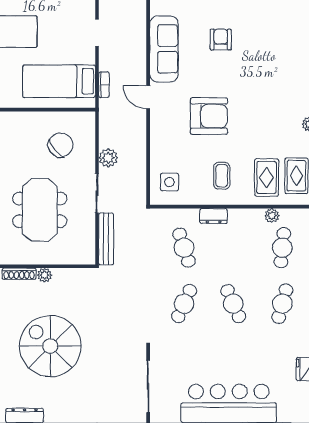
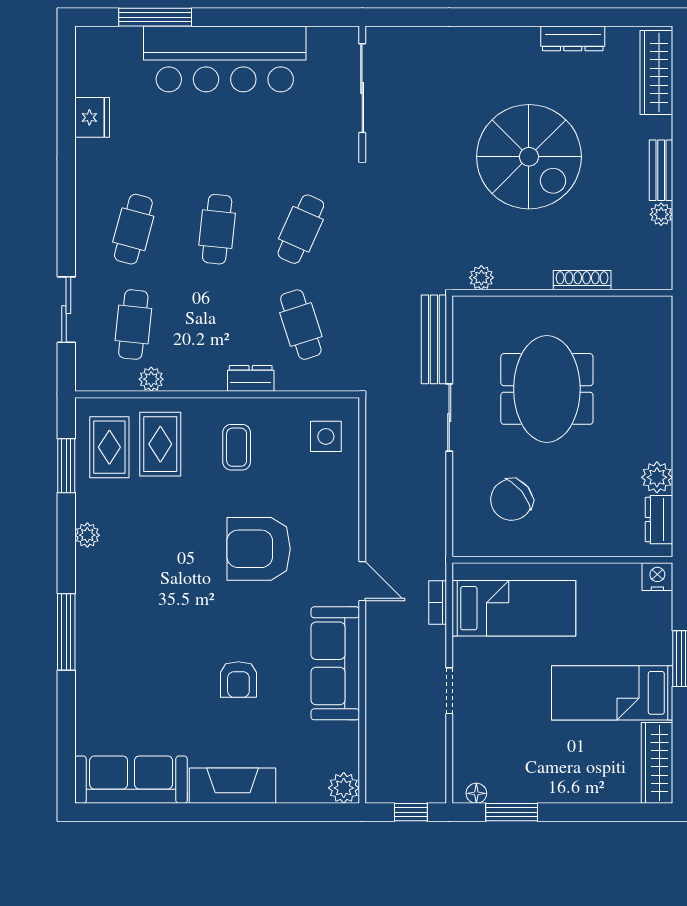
plant: (108, 158) -> (430, 478), removed
plant: (44, 275) -> (481, 278), moved
cafe table: (233, 304) -> (217, 229), turned 30

